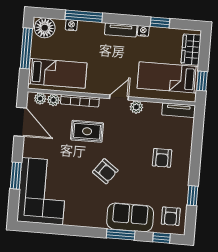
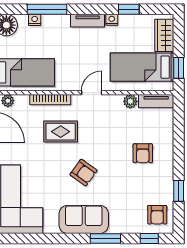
plant: (53, 100) -> (22, 101), removed
plant: (136, 107) -> (130, 101), moved
sofa: (130, 217) -> (84, 219), moved

